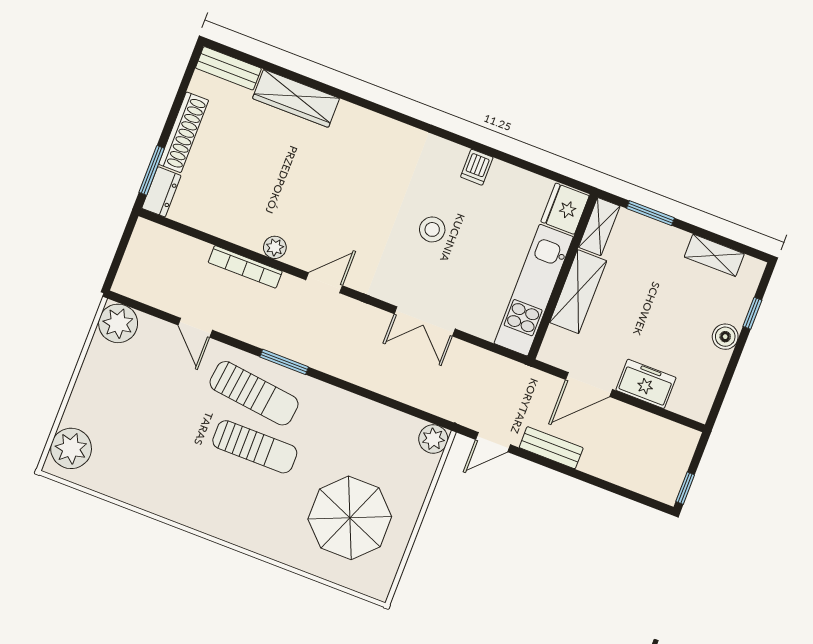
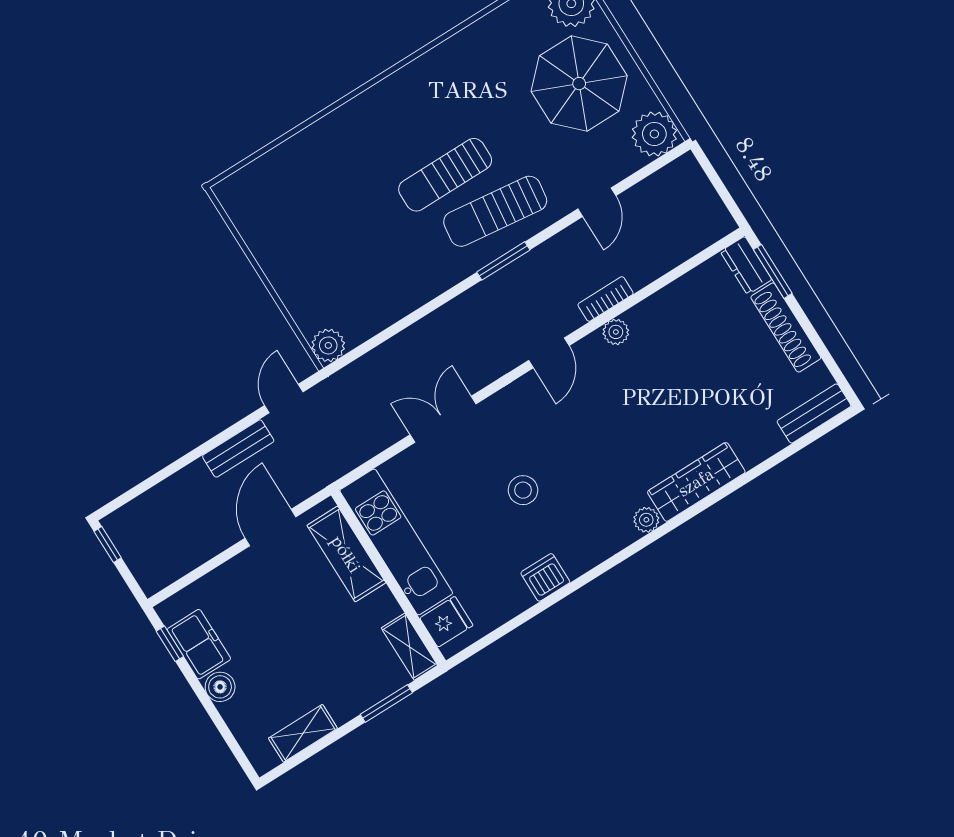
wardrobe: (296, 98) -> (696, 482), moved
plant: (389, 129) -> (646, 520), added
dishwasher: (477, 167) -> (545, 577), width x1.38
fridge: (565, 209) -> (446, 622), width x0.72
bookcase: (245, 267) -> (606, 299), width x0.64
shelving: (578, 292) -> (346, 554), moved
window: (752, 313) -> (170, 644), moved
door: (195, 328) -> (597, 202), swing flipped
freezer: (646, 384) -> (199, 644), moved, turned -90
parasol: (350, 518) -> (579, 84), moved

